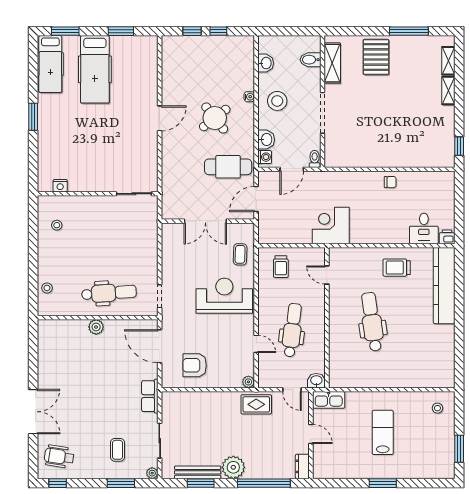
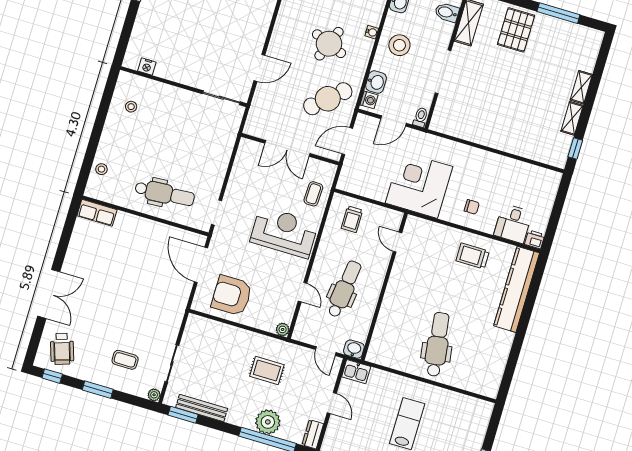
shelving: (448, 61) -> (572, 118), moved
door: (160, 118) -> (259, 68), moved
round table: (215, 118) -> (329, 44), turned -30
cafe table: (228, 167) -> (328, 99), turned -42
chair: (390, 182) -> (472, 207), moved
corner desk: (331, 226) -> (419, 185), width x1.36, depth x1.36
dental chair: (372, 322) -> (437, 344), moved
plant: (96, 327) -> (141, 225), removed
armchair: (195, 365) -> (232, 295), width x1.36, depth x1.36
row of seats: (150, 396) -> (97, 213), moved, turned -90
kitchen sink: (329, 400) -> (356, 372), width x0.73
rug: (256, 404) -> (267, 371), moved
stool: (437, 408) -> (472, 415), removed
coffee table: (117, 450) -> (125, 360), turned 90
wheelchair: (59, 457) -> (62, 349), turned -117
plant: (233, 467) -> (268, 422), moved
window: (121, 483) -> (98, 390), moved
window: (201, 483) -> (183, 415), moved

